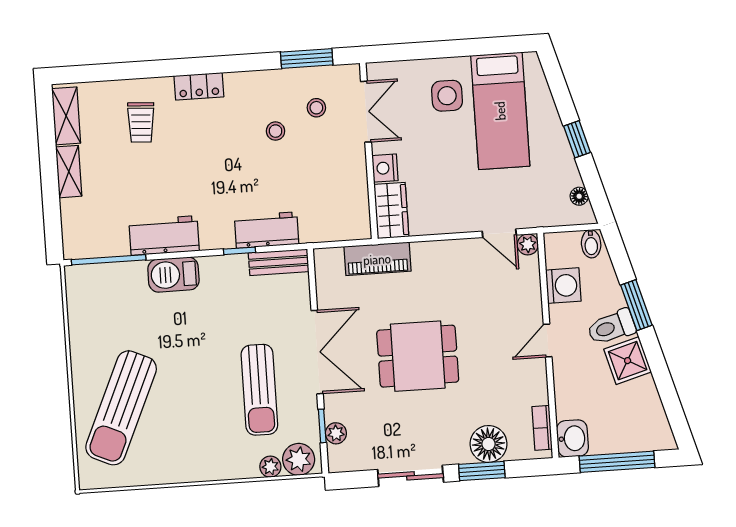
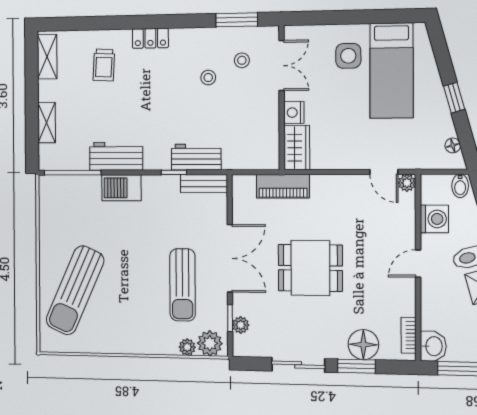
shelving: (69, 172) -> (47, 123), moved

